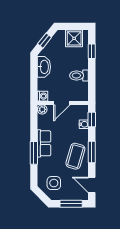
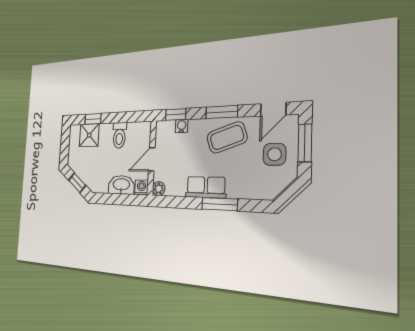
shower: (74, 38) -> (89, 135), moved
washbasin: (44, 67) -> (121, 185), moved
door: (62, 103) -> (152, 159), swing flipped
coffee table: (75, 156) -> (227, 138), turned -35
side table: (54, 183) -> (274, 154), moved

